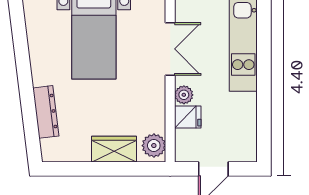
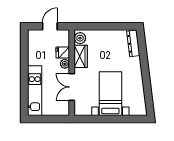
dresser: (46, 112) -> (133, 43), moved
wardrobe: (114, 149) -> (81, 56), moved, turned -90

